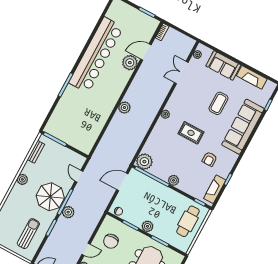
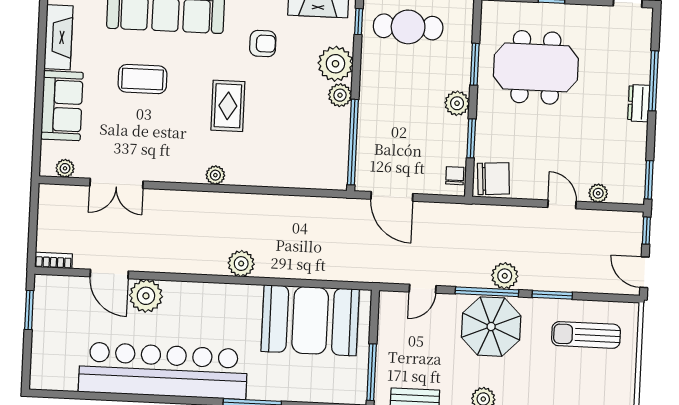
booth: (88, 124) -> (310, 320), added
plant: (144, 162) -> (335, 64), moved
chair: (111, 241) -> (493, 179), moved

